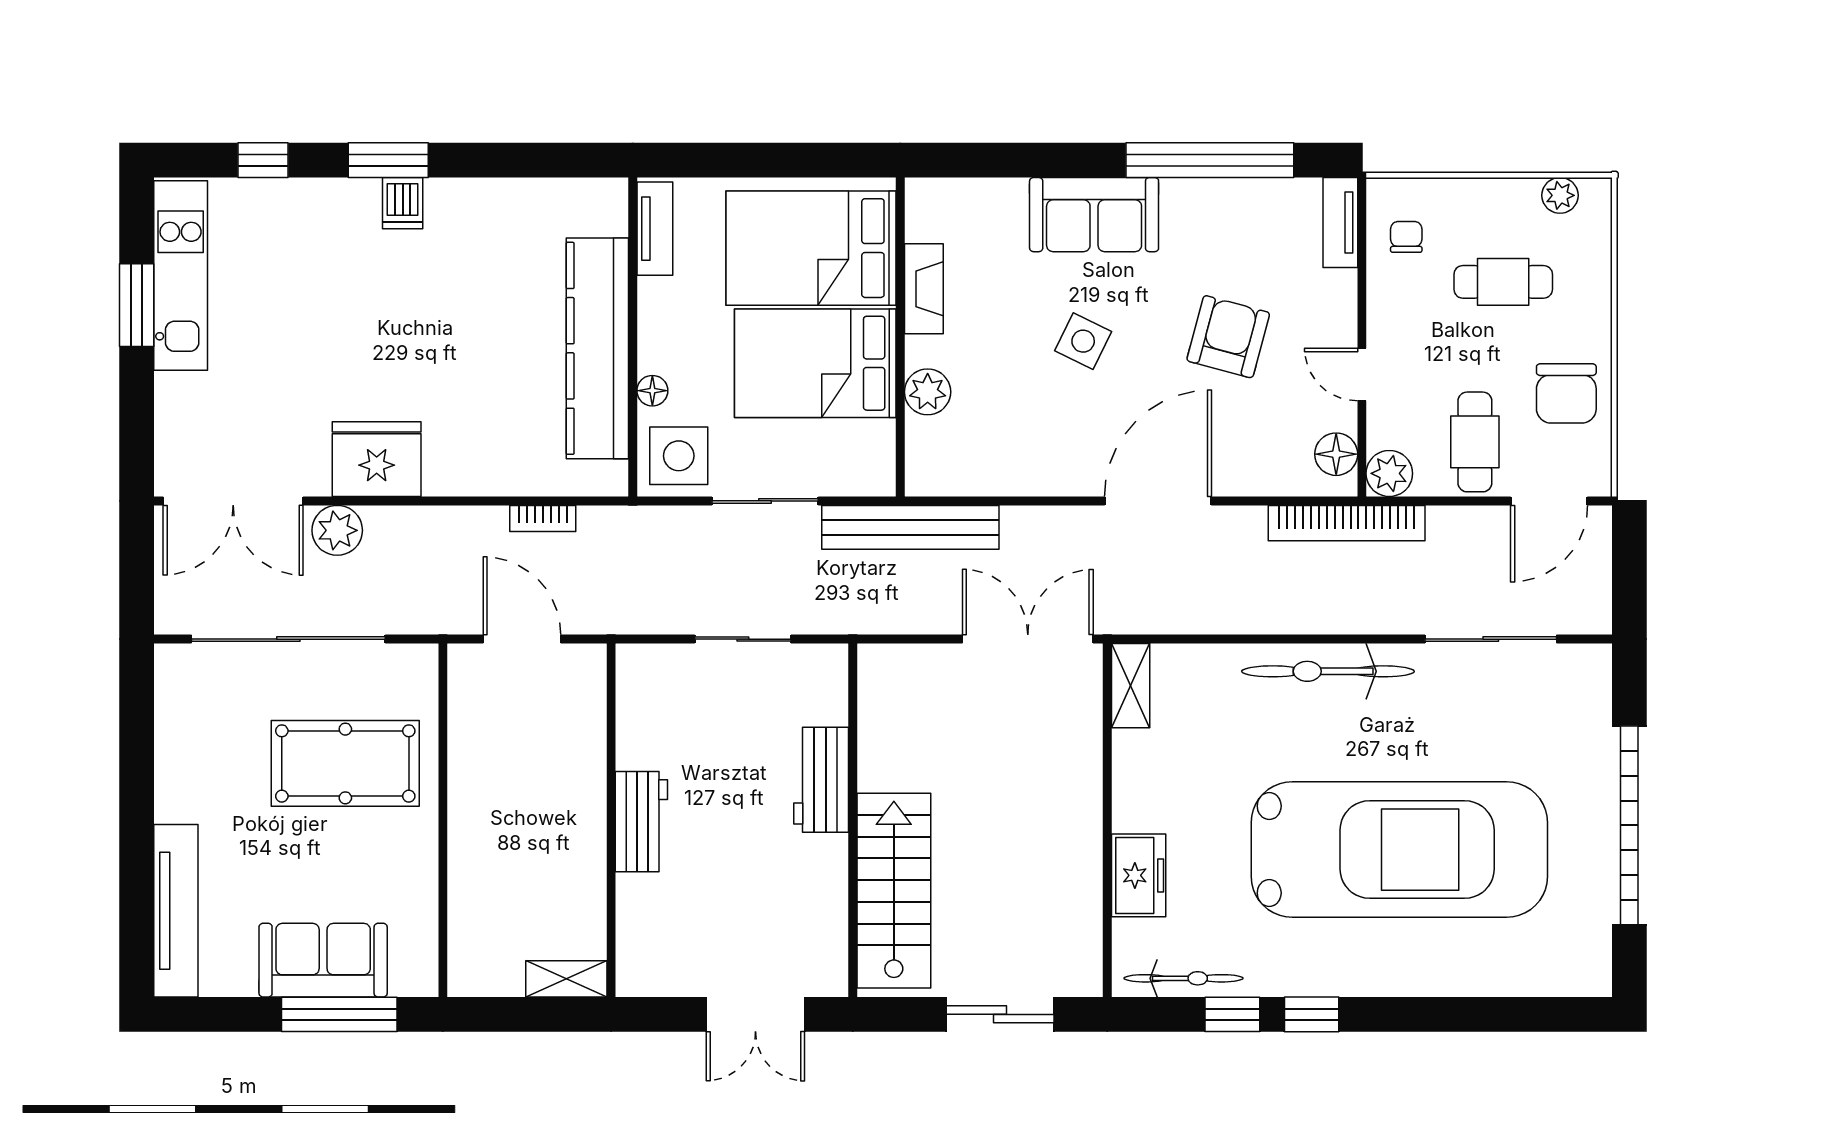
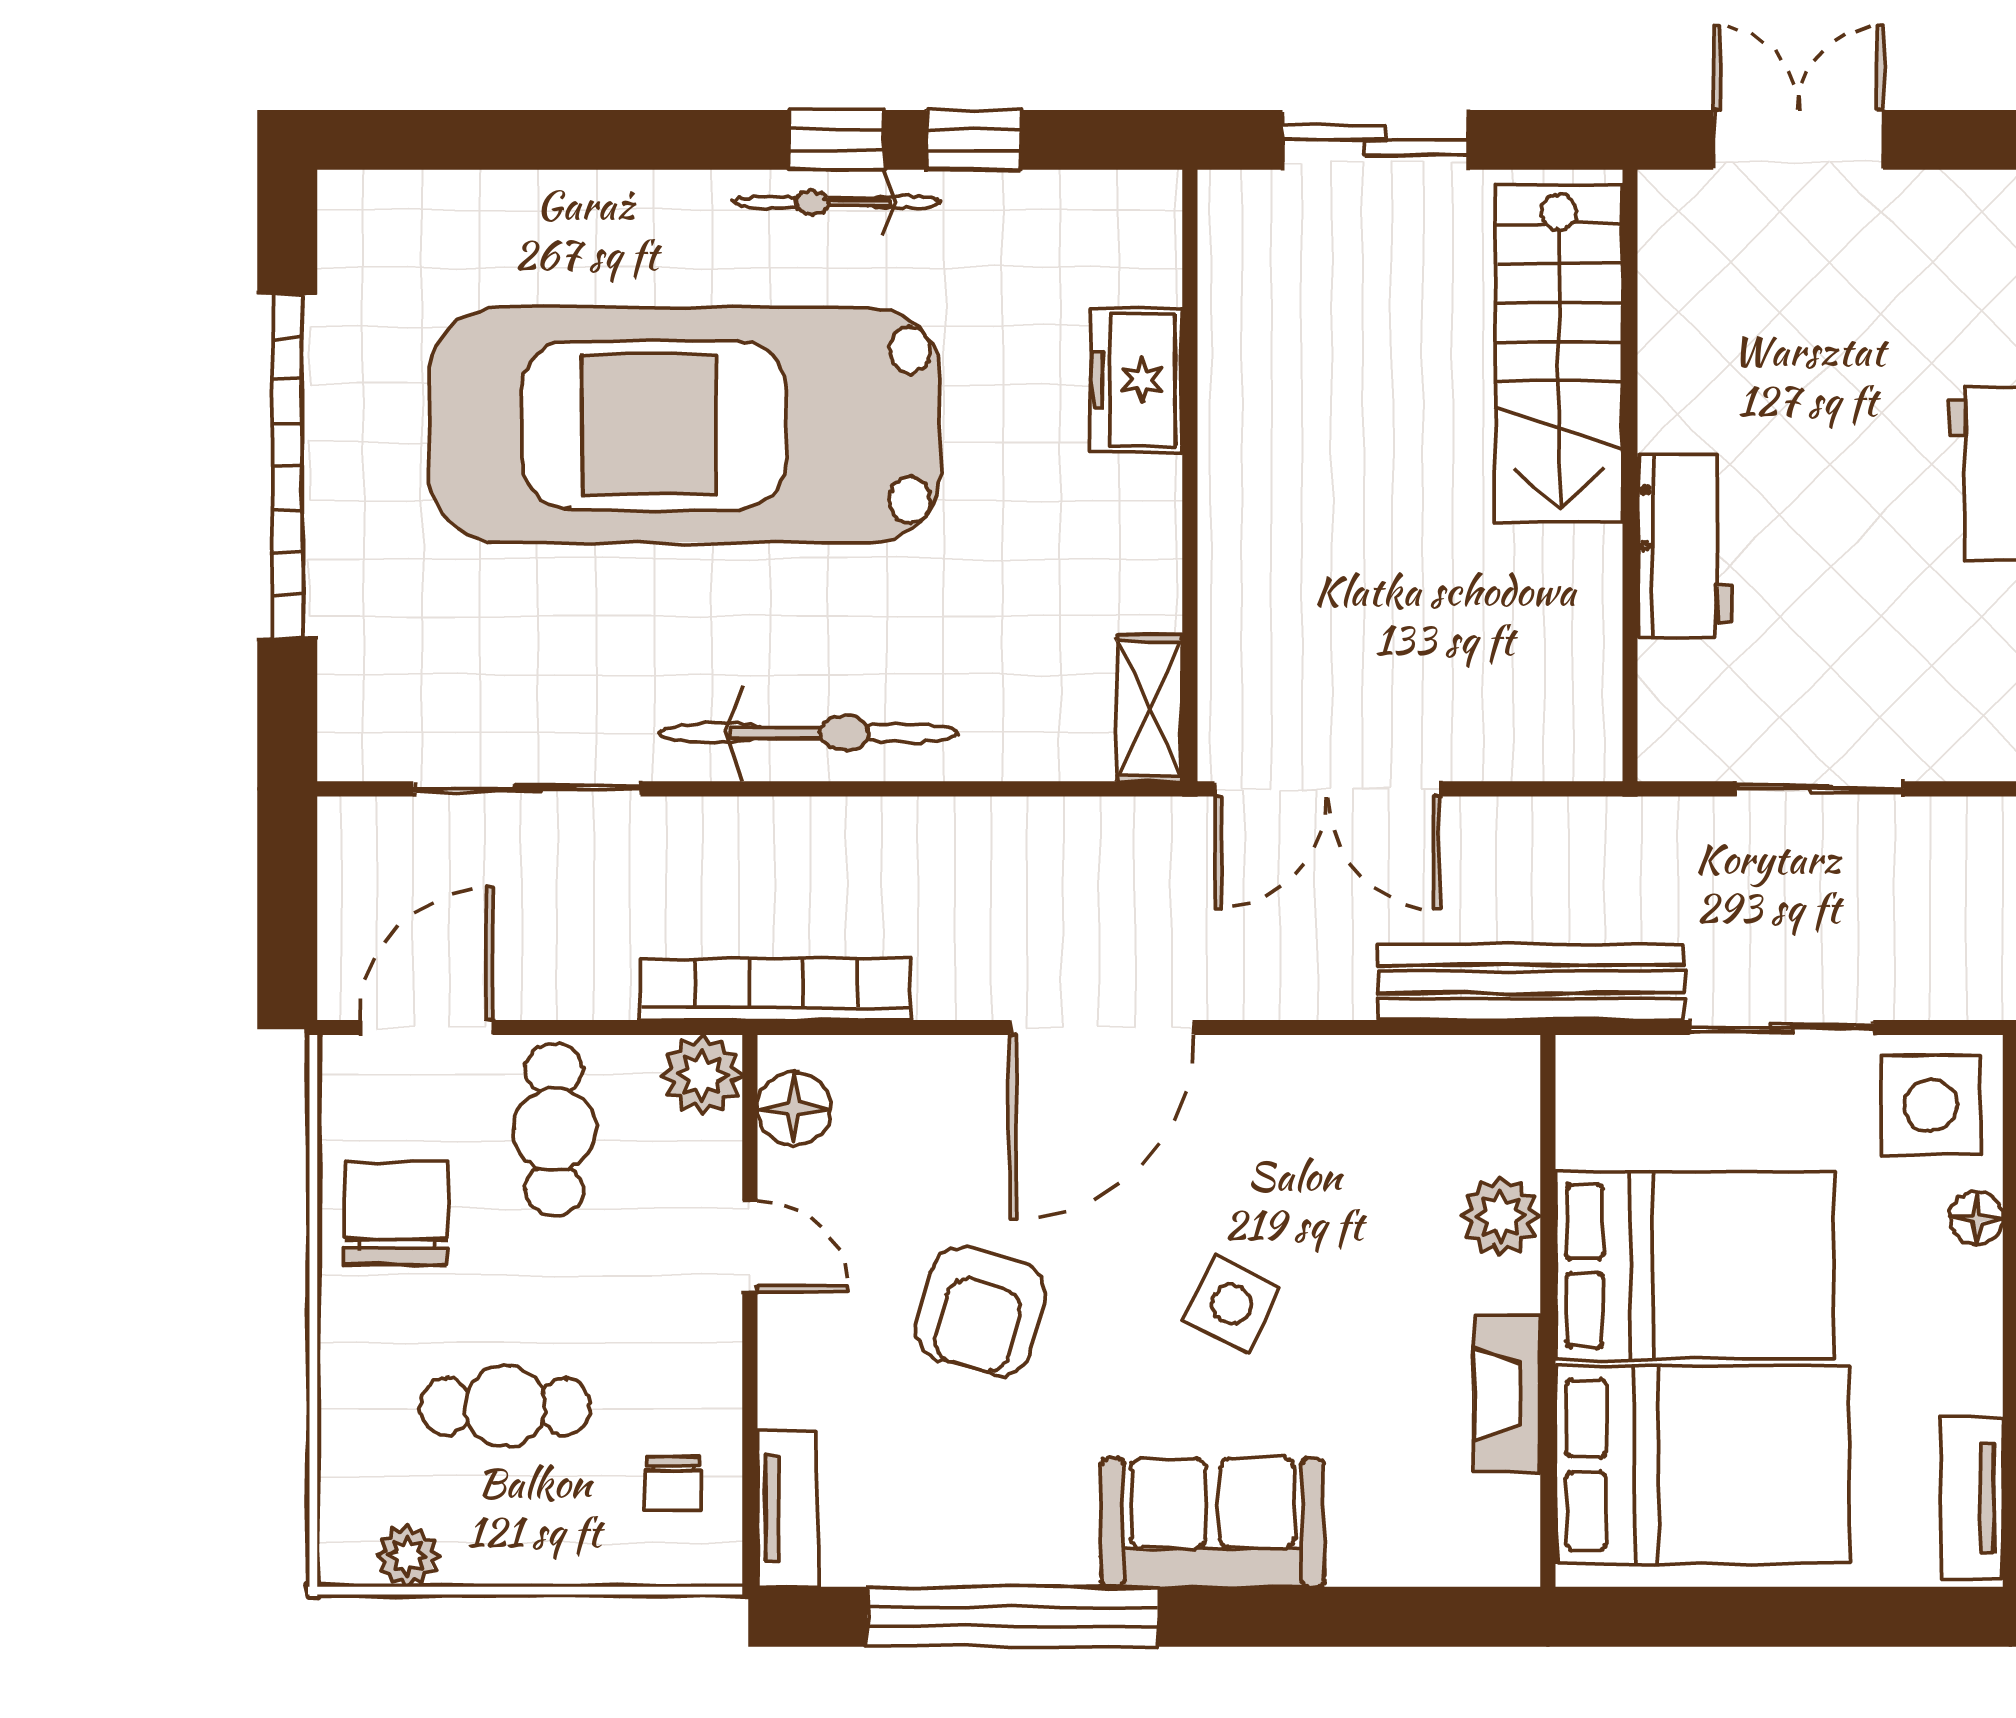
bicycle: (1183, 978) -> (837, 202), moved

